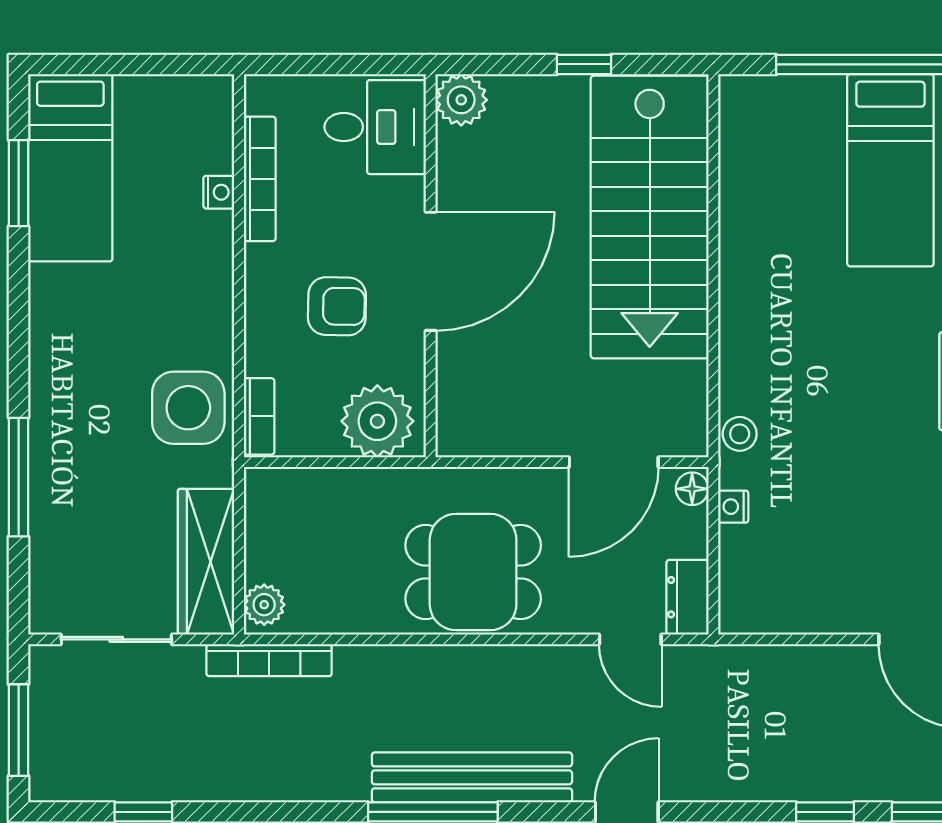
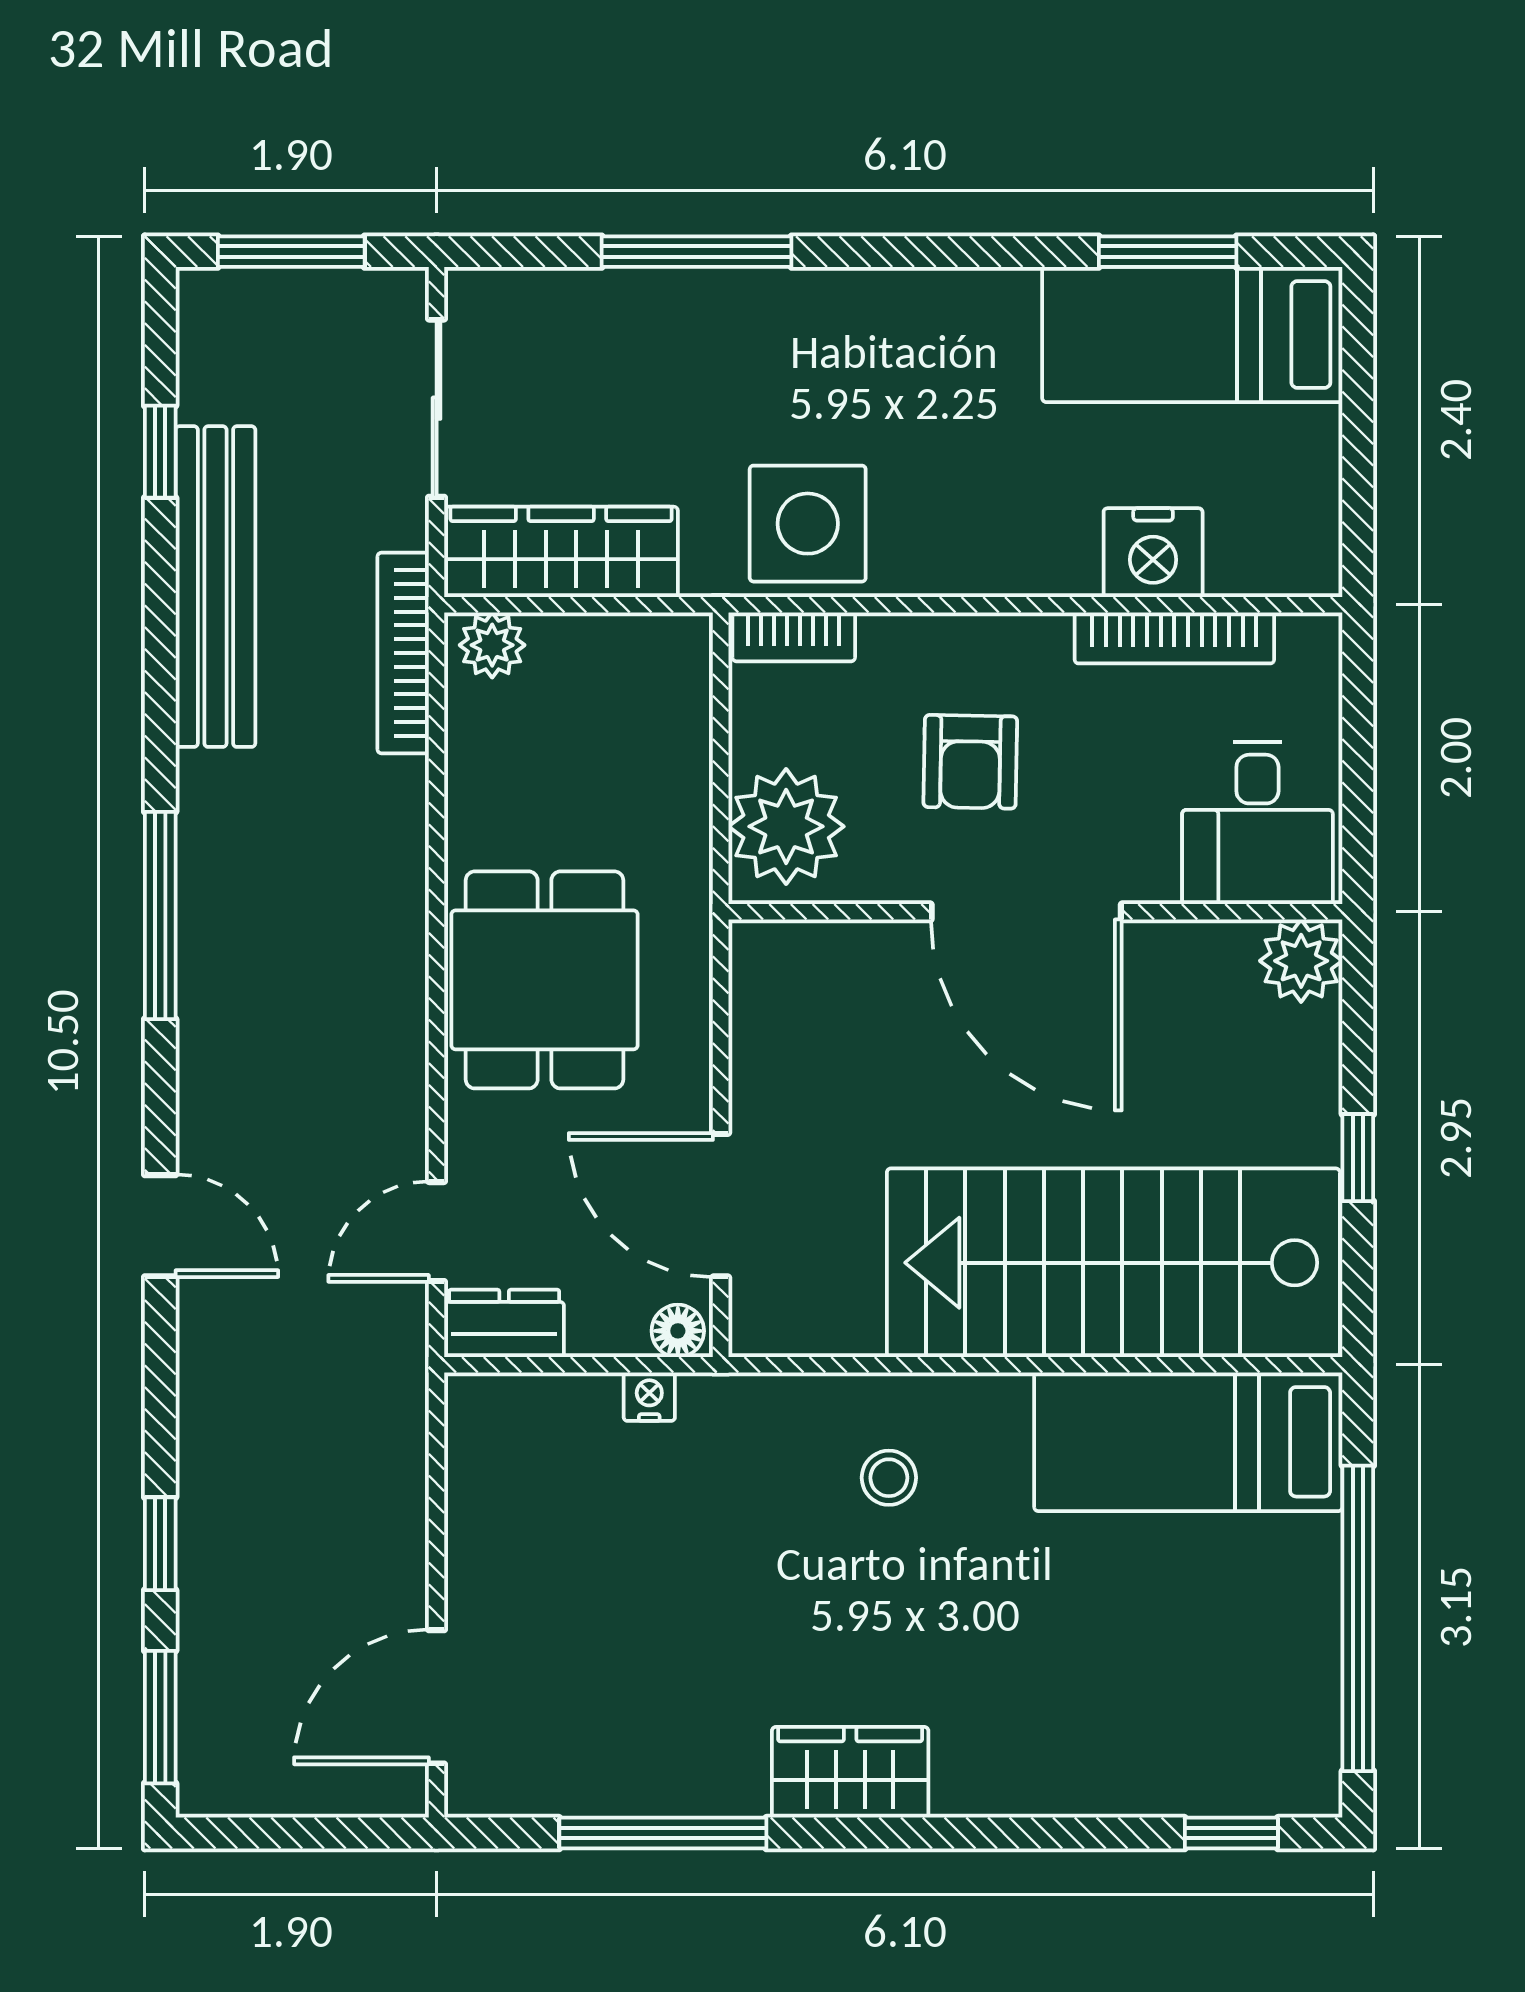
bed: (890, 170) -> (1188, 1442), moved
nightstand: (219, 192) -> (1153, 553), width x1.89, depth x1.79
stool: (740, 434) -> (889, 1478), moved
bench: (472, 777) -> (215, 587), moved

